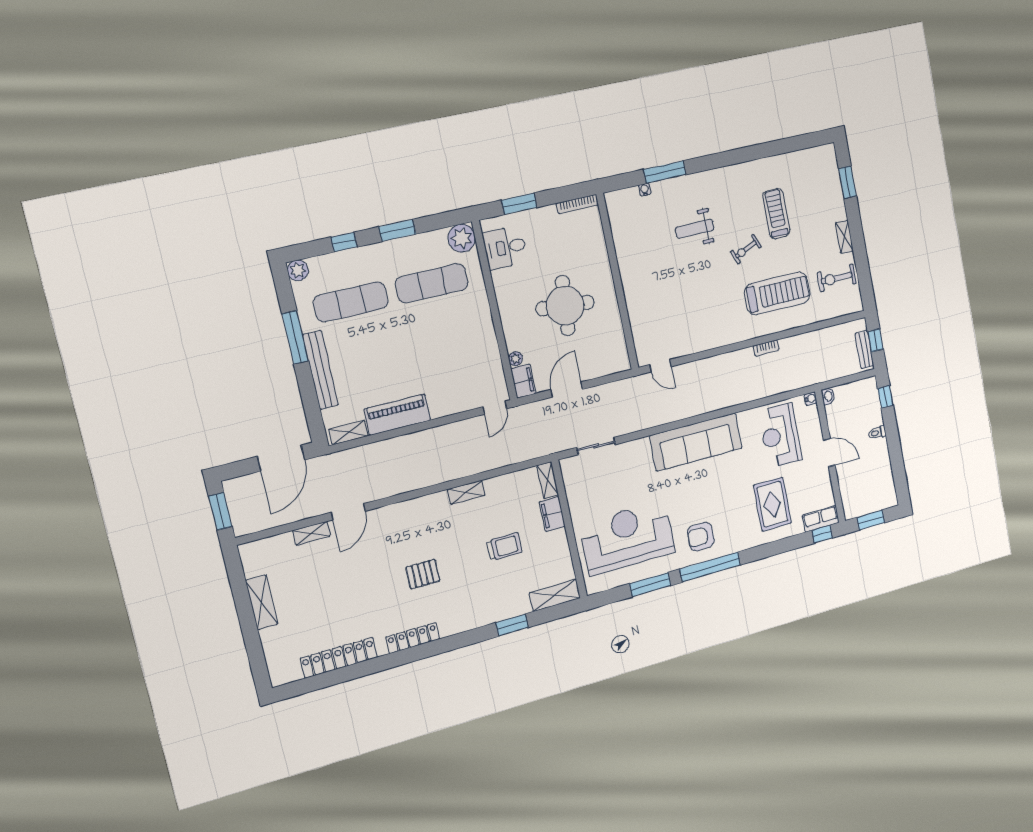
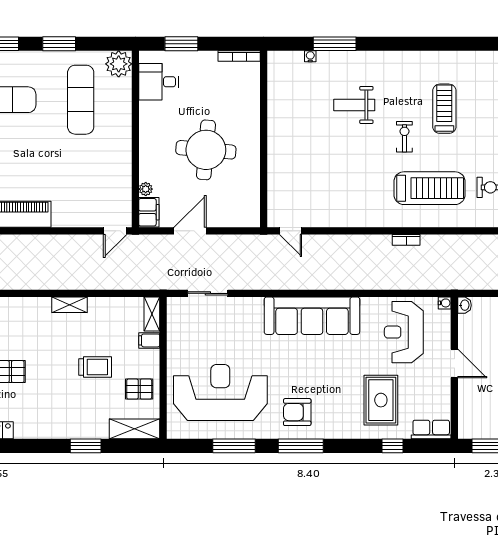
exercise bike: (746, 249) -> (404, 137), turned 113
exercise mat: (432, 283) -> (81, 100), turned 90
filing cabinet: (552, 514) -> (149, 340), width x0.50
window: (822, 534) -> (392, 446), moved
pallet: (551, 556) -> (139, 389), added
window: (710, 567) -> (301, 446), width x0.68

